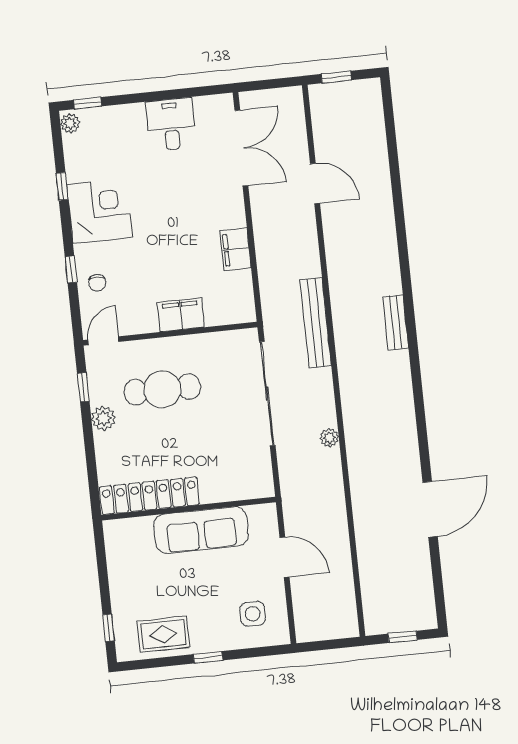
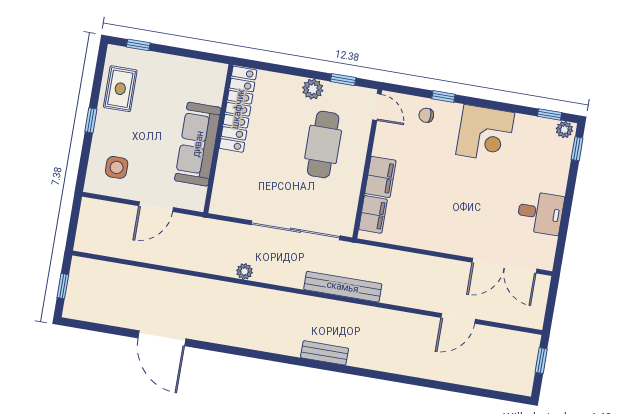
window: (62, 186) -> (549, 114), moved
filing cabinet: (236, 249) -> (373, 214), moved, turned 90

